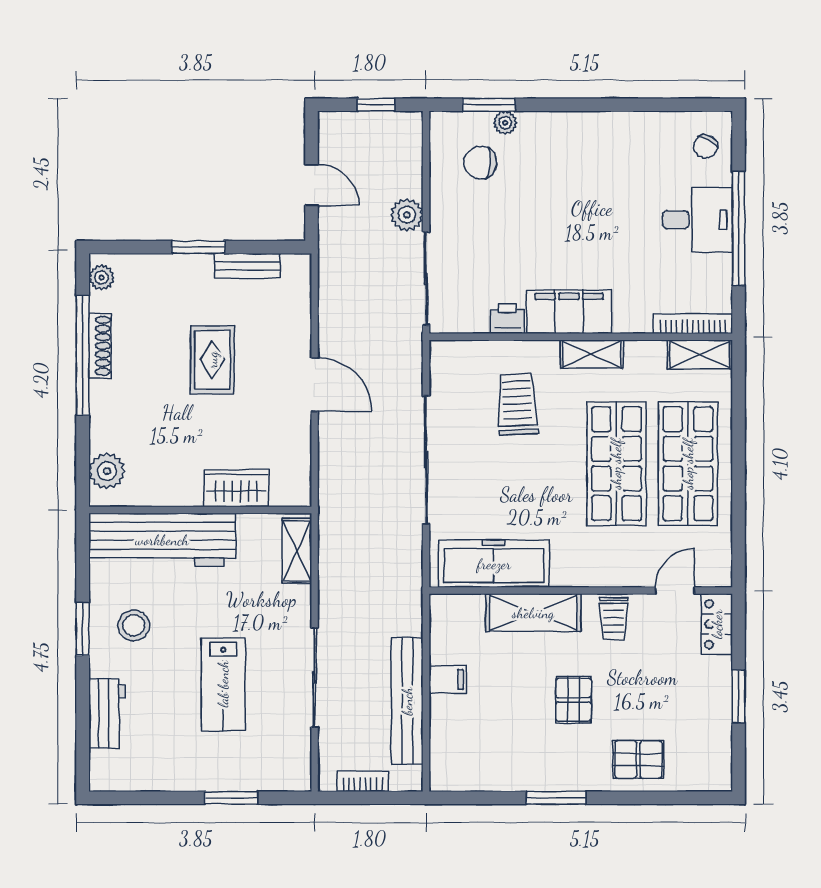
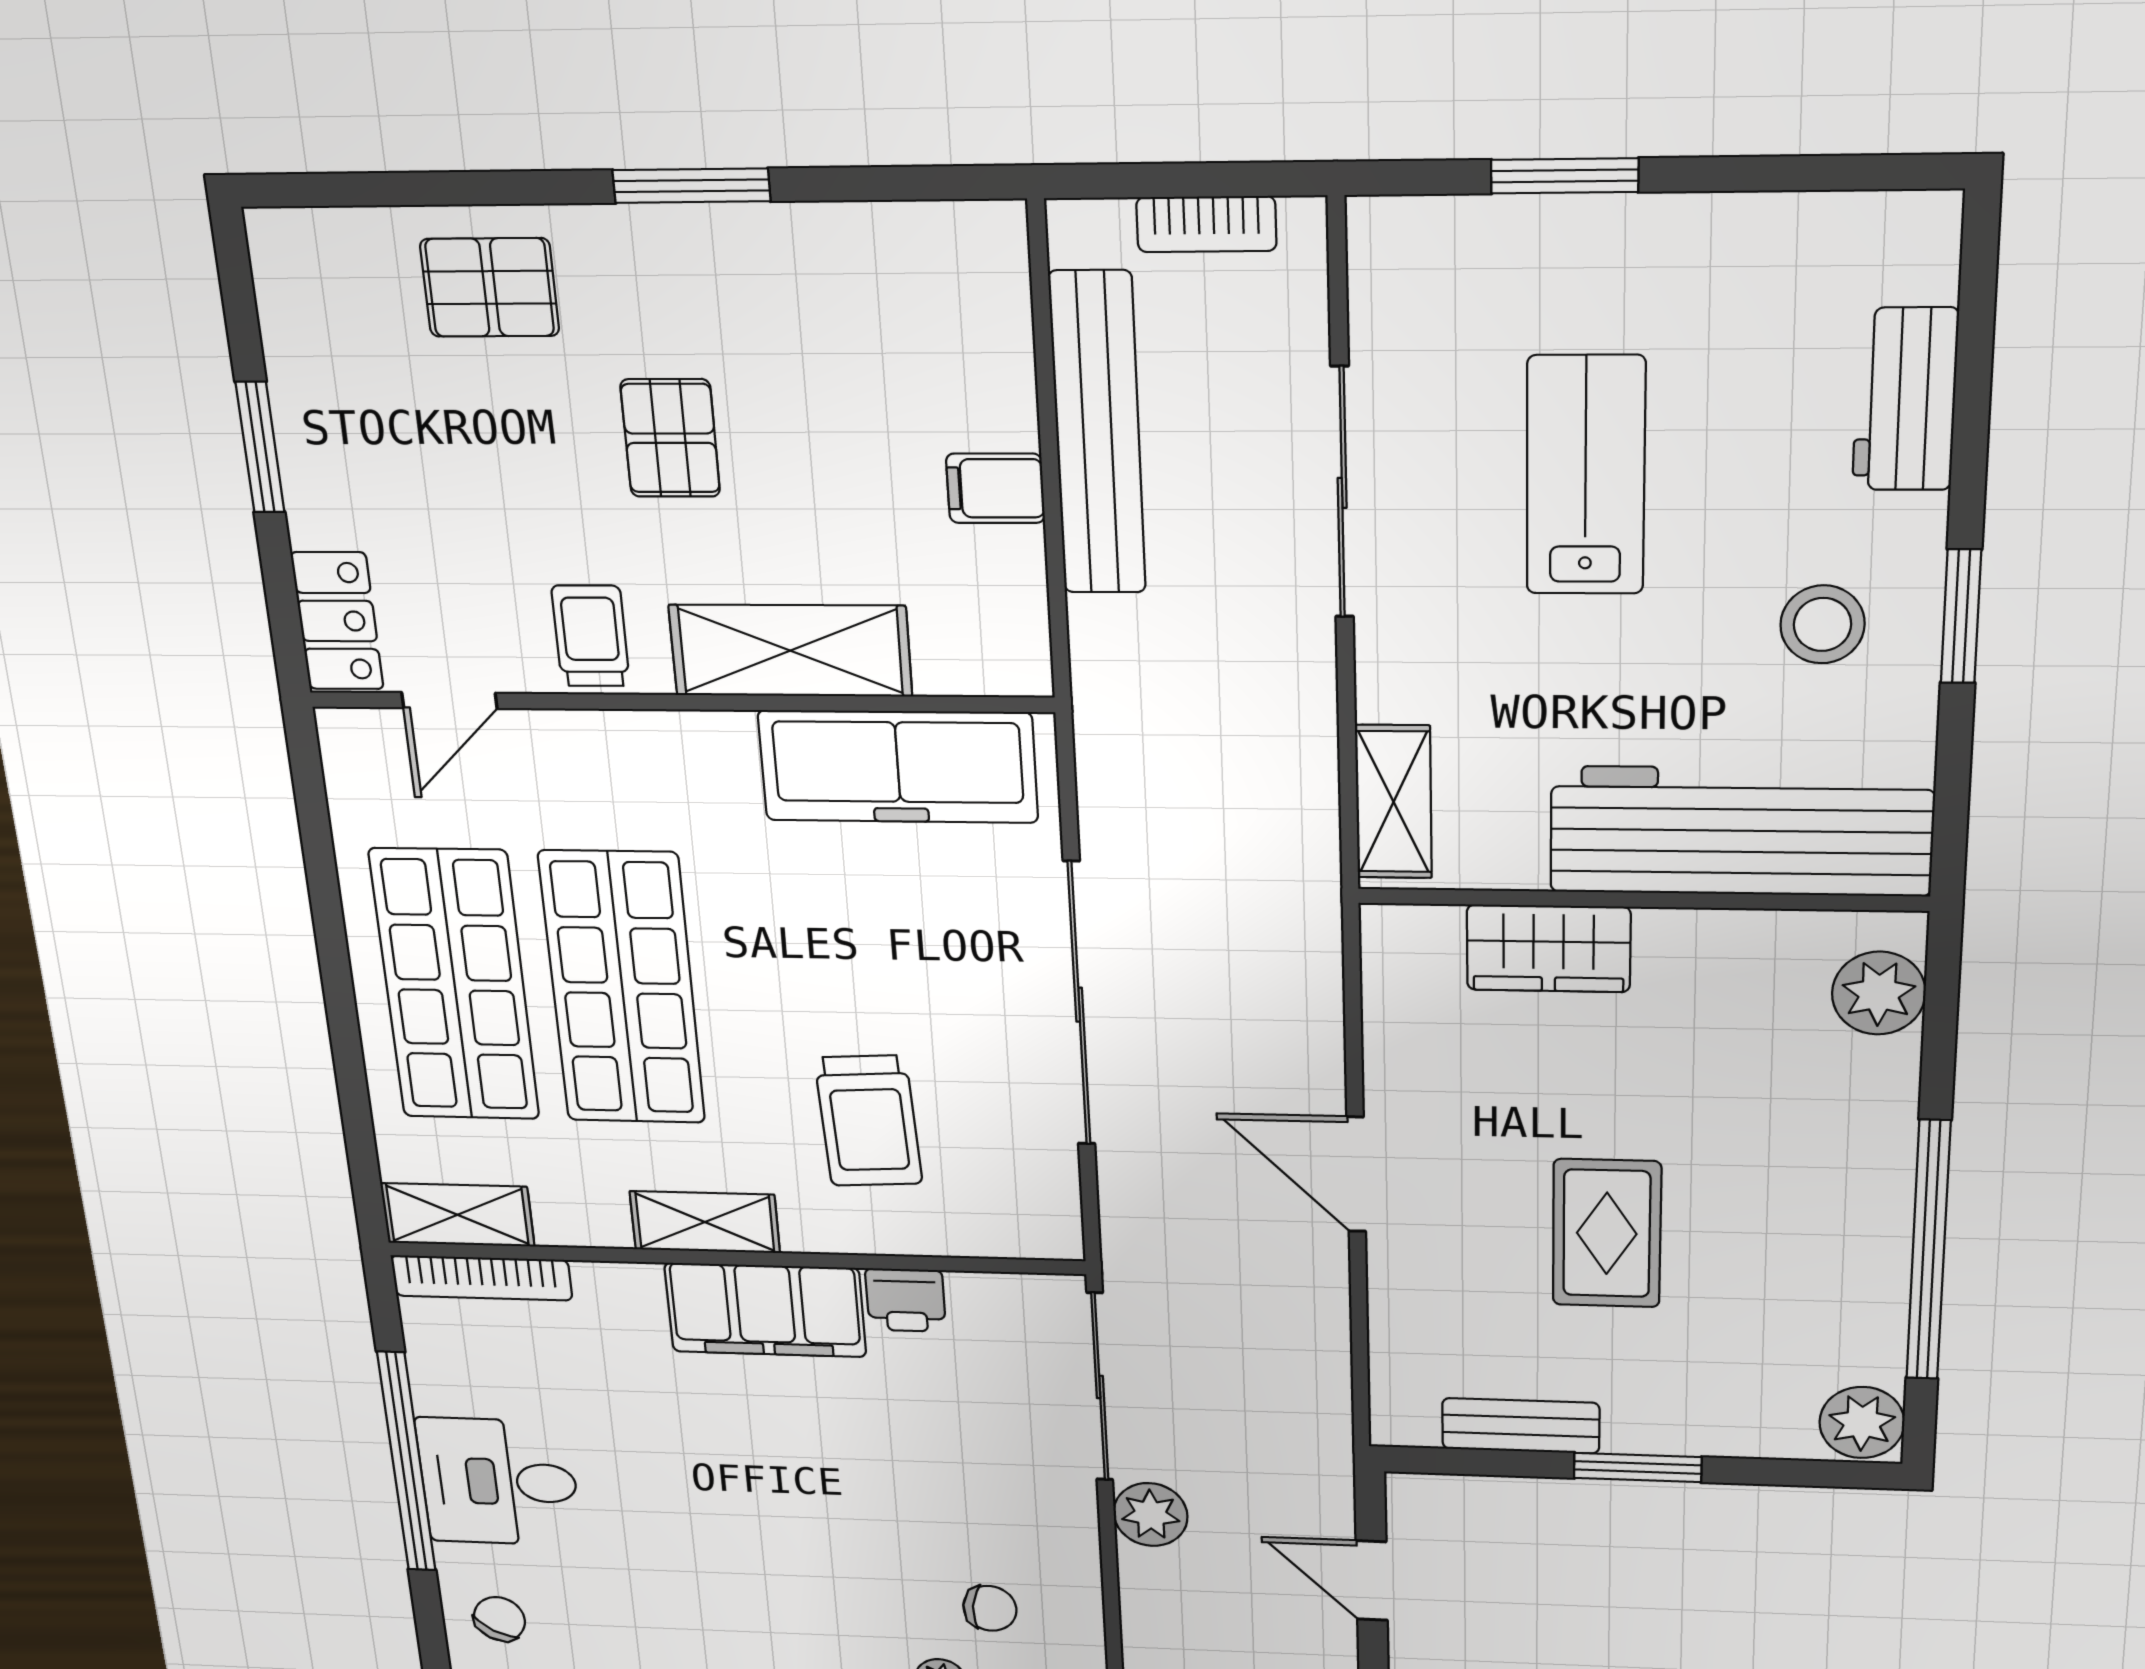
chair: (480, 163) -> (990, 1608), width x0.73, depth x0.73
plant: (101, 278) -> (1862, 1423), width x1.38, depth x1.38
shoe rack: (100, 346) -> (1884, 1270), removed

